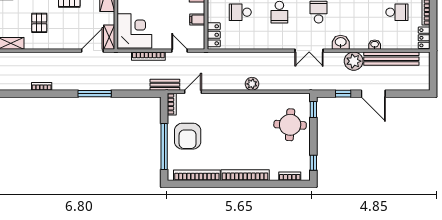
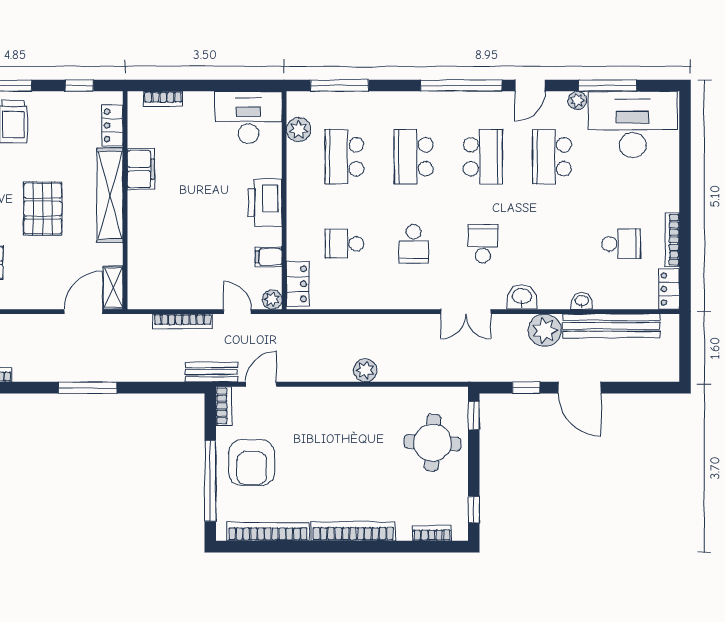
corner desk: (134, 31) -> (158, 277), removed
plant: (199, 44) -> (272, 300), added

